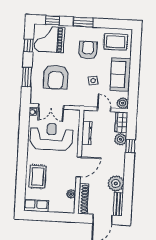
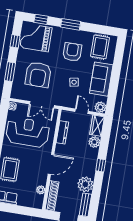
rug: (116, 42) -> (100, 47), turned 90
double door: (51, 106) -> (42, 105), moved
window: (130, 146) -> (101, 165), moved

